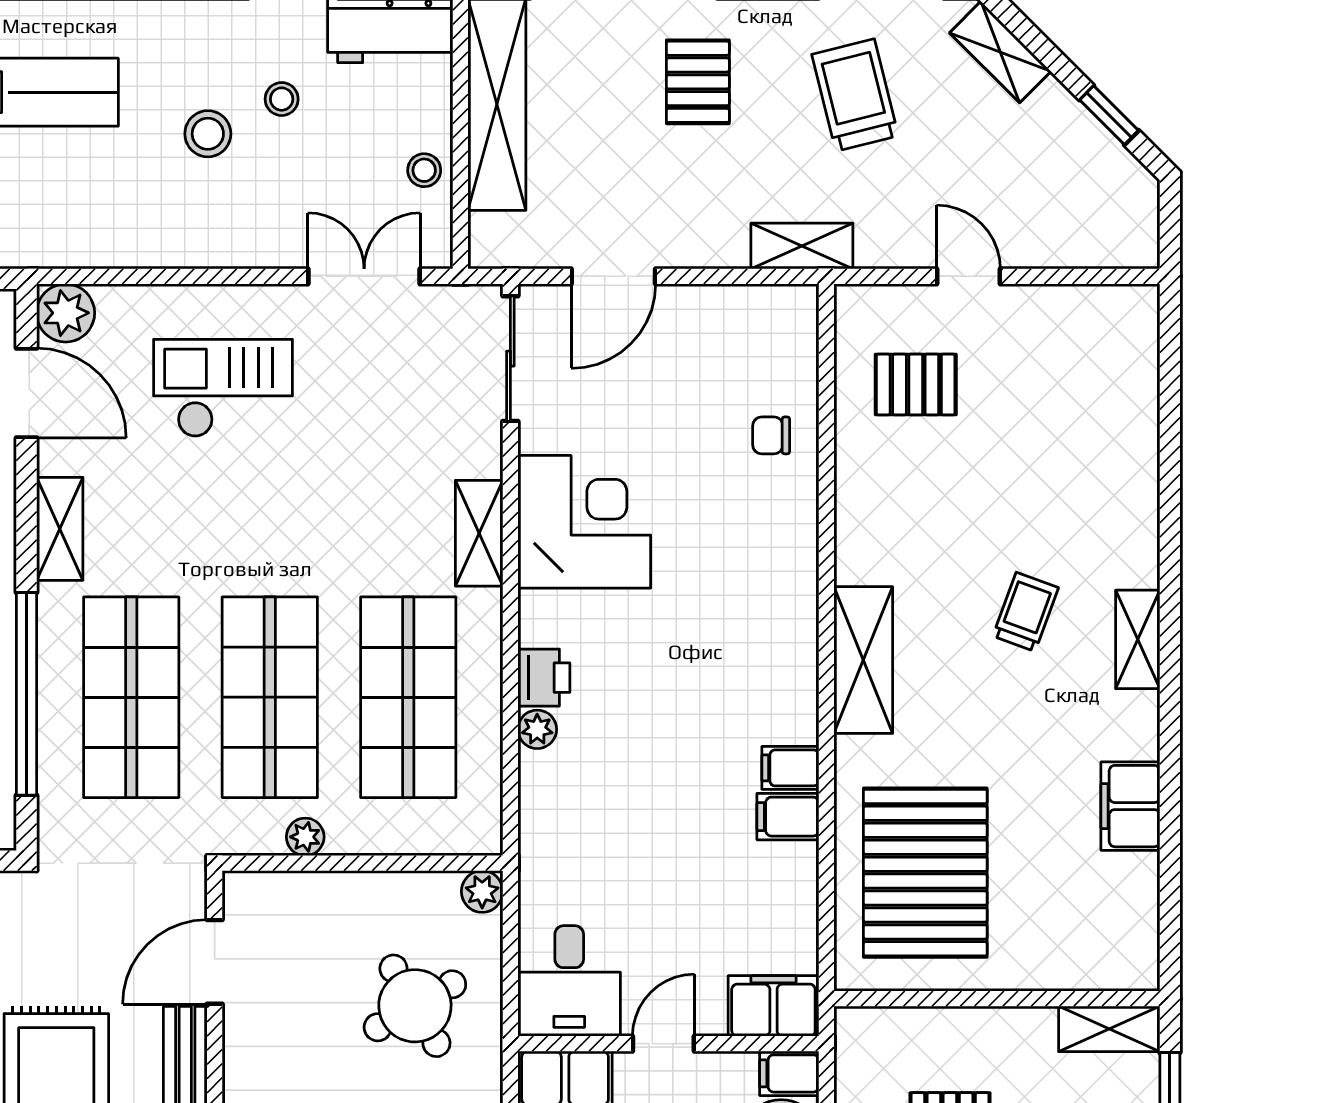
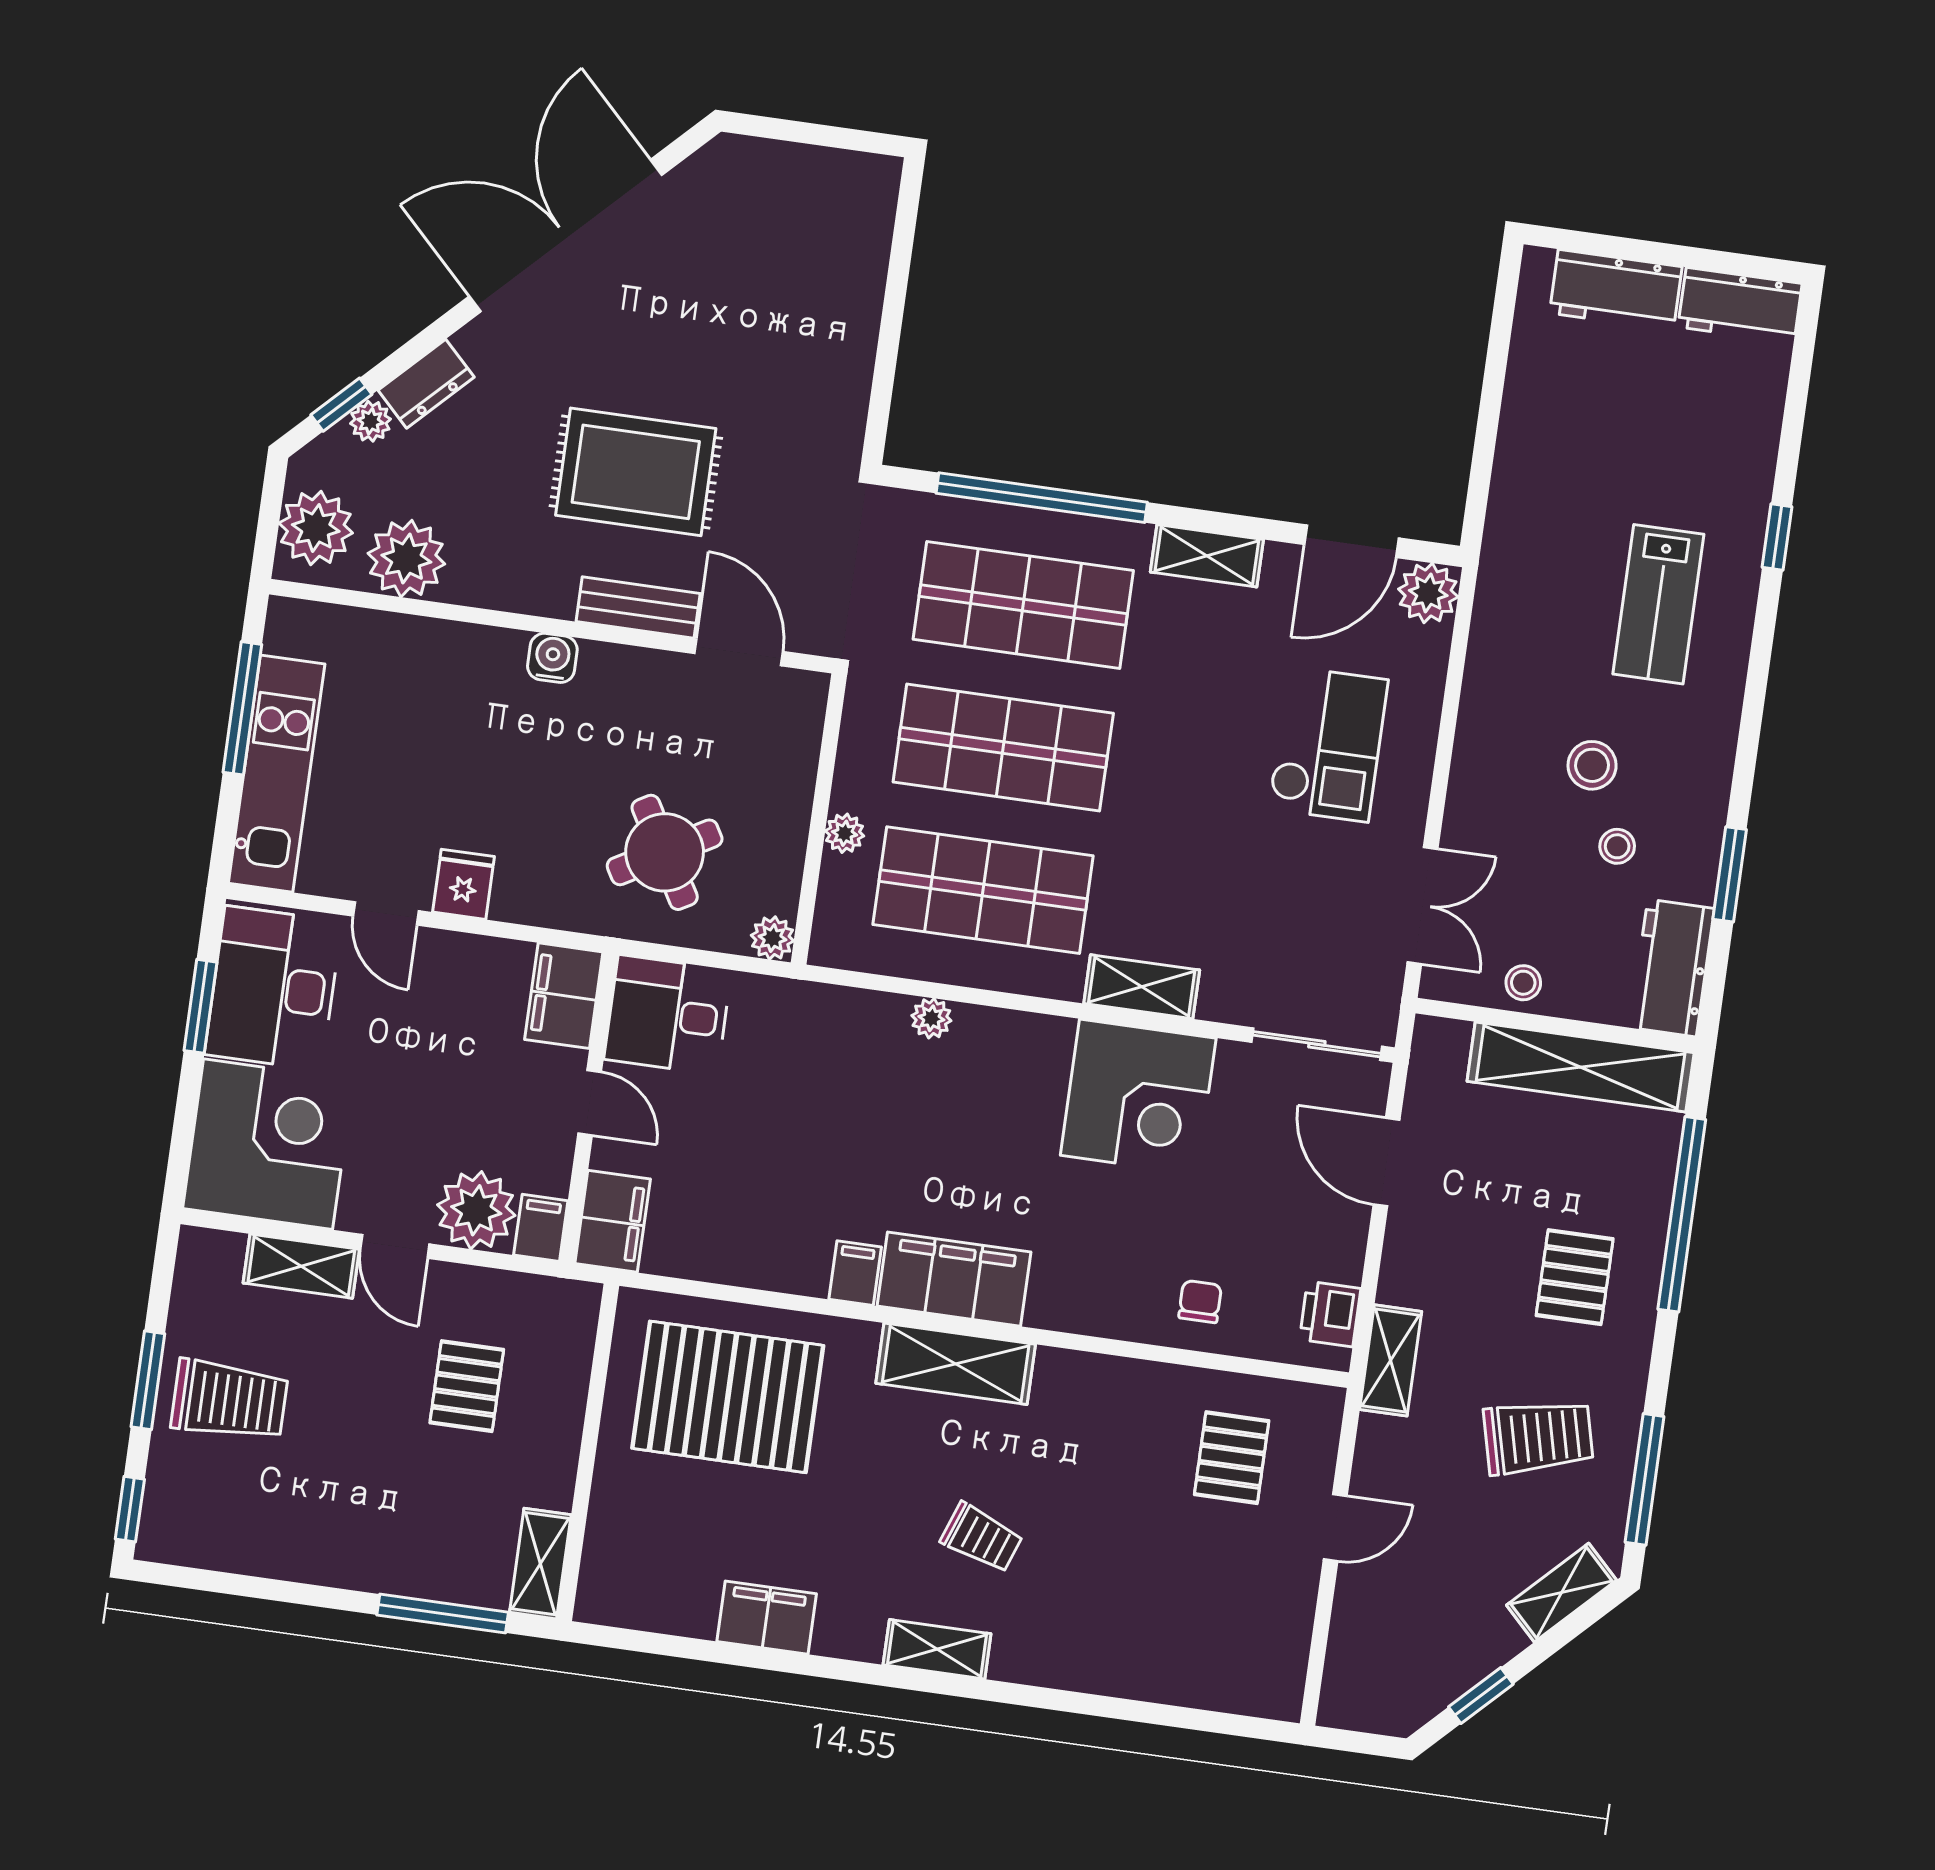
pallet: (698, 82) -> (1575, 1277), turned 90
printer: (544, 678) -> (1330, 1314), moved, turned 90
filing cabinet: (788, 817) -> (954, 1279), moved, width x3.00, depth x1.17
plant: (305, 837) -> (845, 833), moved

